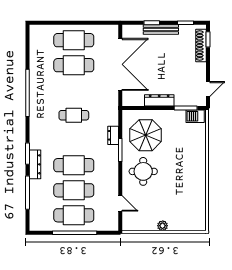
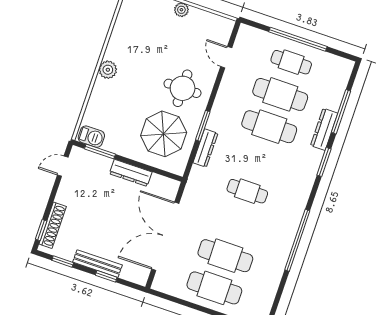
dresser: (113, 135) -> (205, 148), width x1.44
dresser: (35, 164) -> (324, 129), moved
plant: (199, 167) -> (108, 70), added
cafe table: (74, 215) -> (291, 62), width x0.73, depth x0.74

